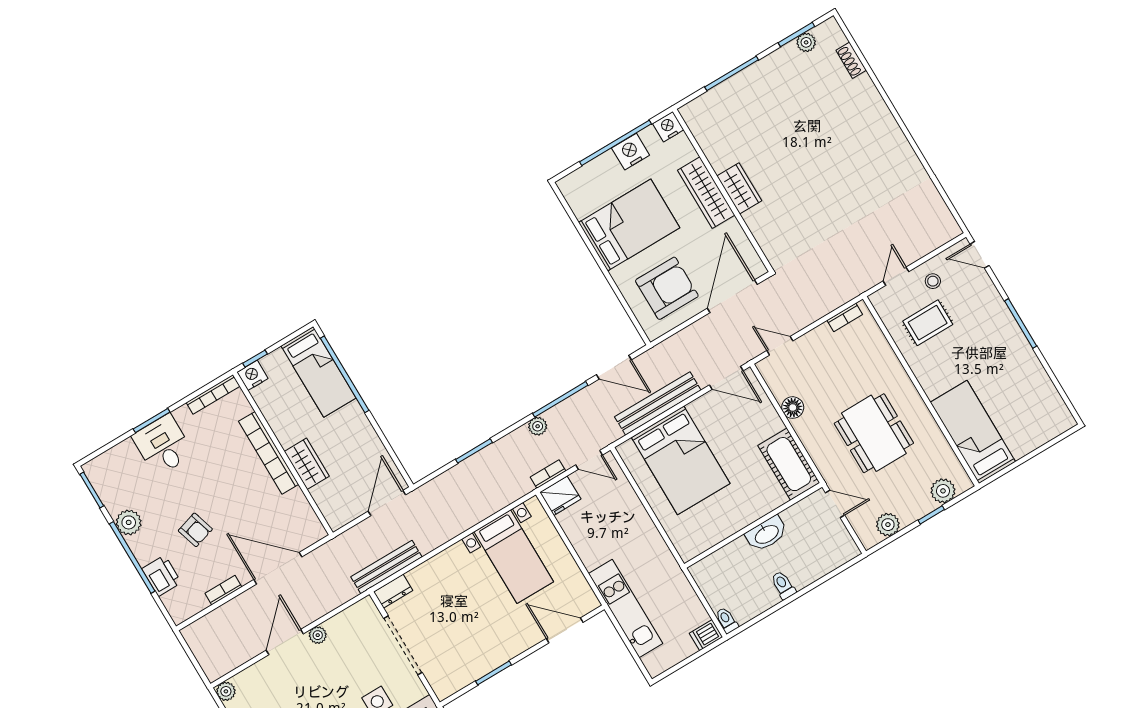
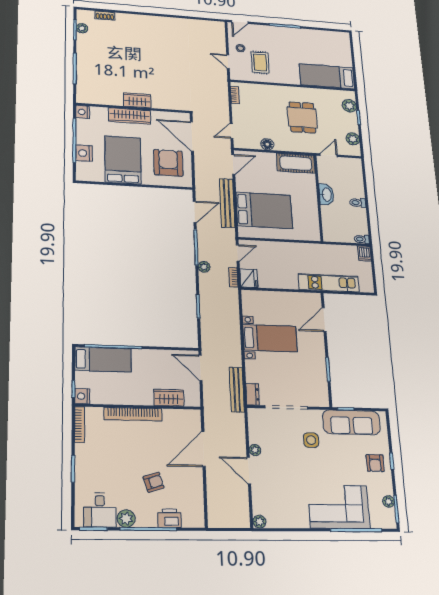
nightstand: (631, 152) -> (84, 153), moved
dining table: (874, 433) -> (302, 117), width x0.73
desk: (163, 445) -> (100, 510), moved, turned -90
wardrobe: (307, 464) -> (169, 398), moved
bed with nightstands: (514, 557) -> (270, 338), moved
bookcase: (223, 590) -> (199, 487), removed

